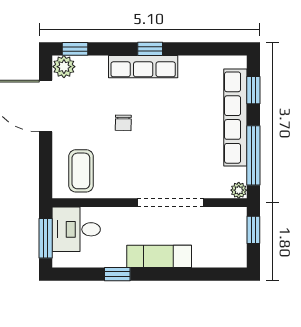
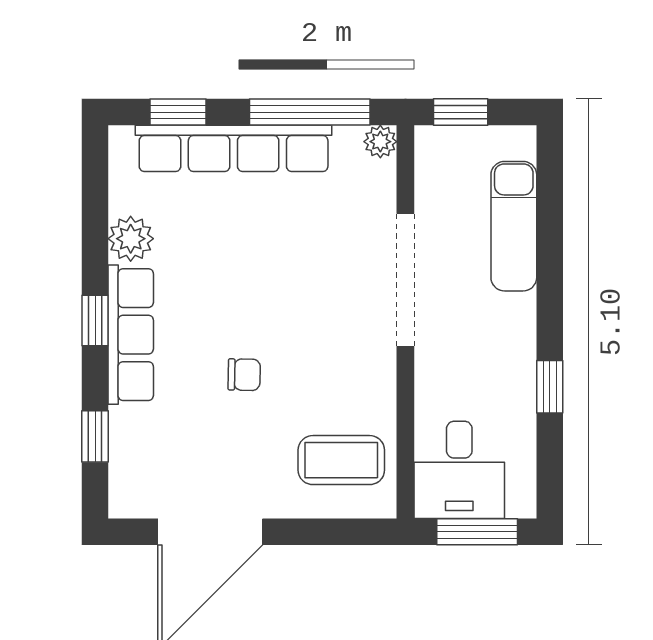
window: (75, 49) -> (95, 436), moved
plant: (64, 67) -> (131, 239), moved
exam couch: (159, 256) -> (514, 226), moved

